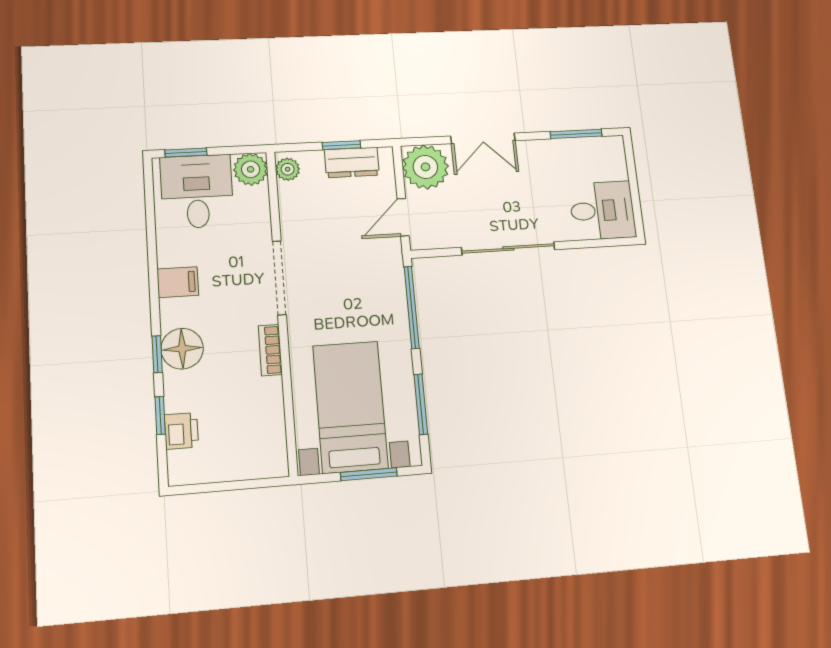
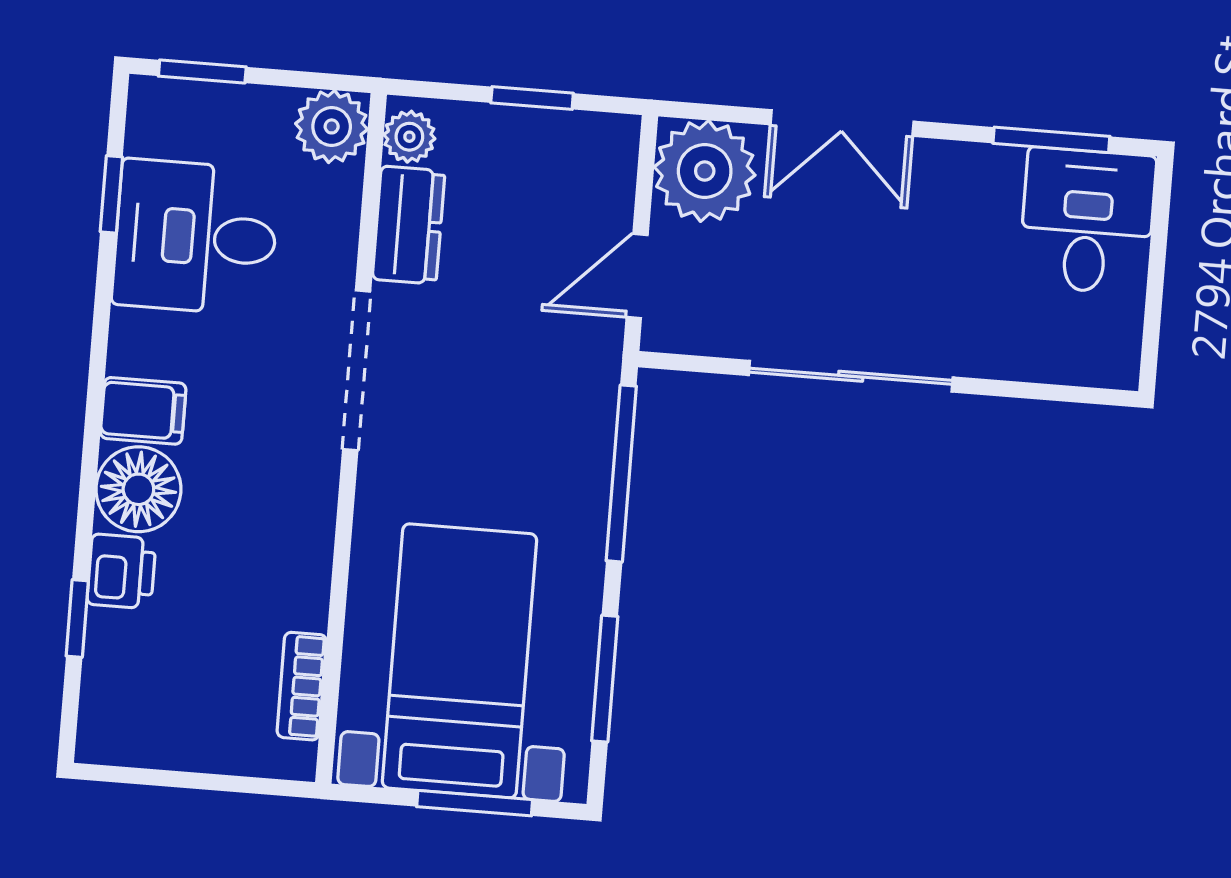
dresser: (352, 162) -> (409, 225), moved, turned -90
desk: (197, 191) -> (196, 237), moved, turned -90
desk: (602, 210) -> (1087, 221), moved, turned -90
filing cabinet: (178, 282) -> (143, 411), moved
bookcase: (270, 350) -> (302, 686), moved
window: (157, 354) -> (111, 194), moved
printer: (181, 431) -> (121, 571), moved

